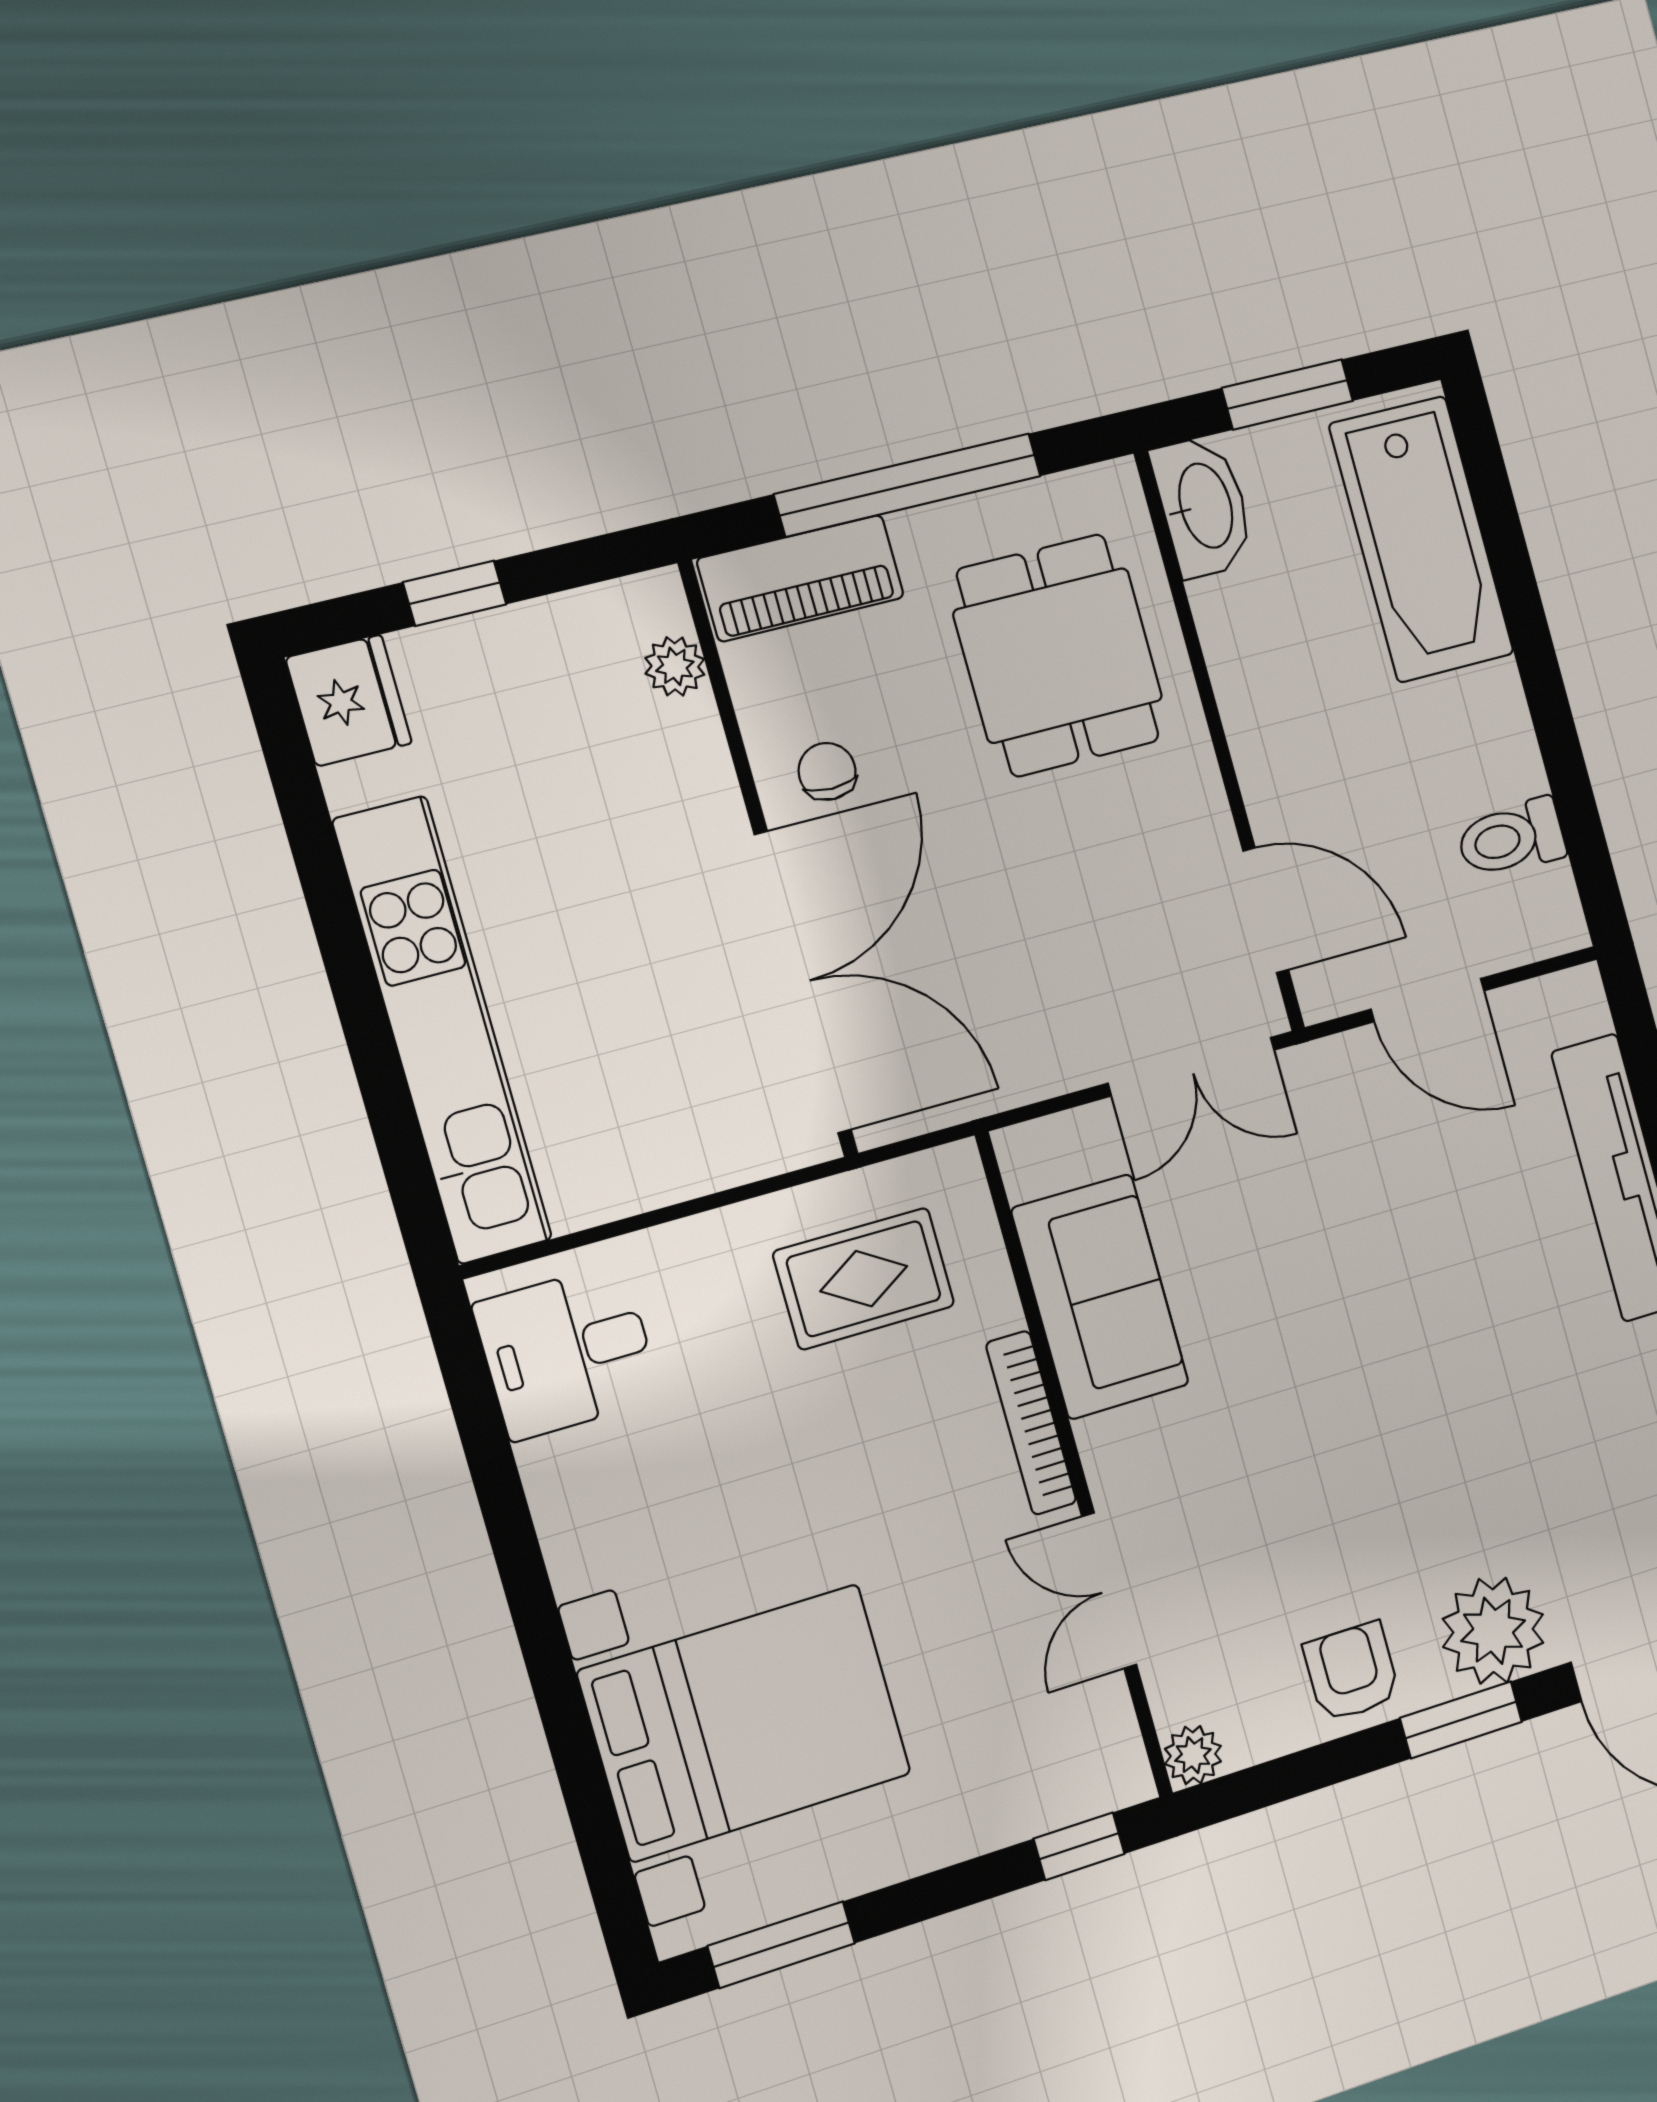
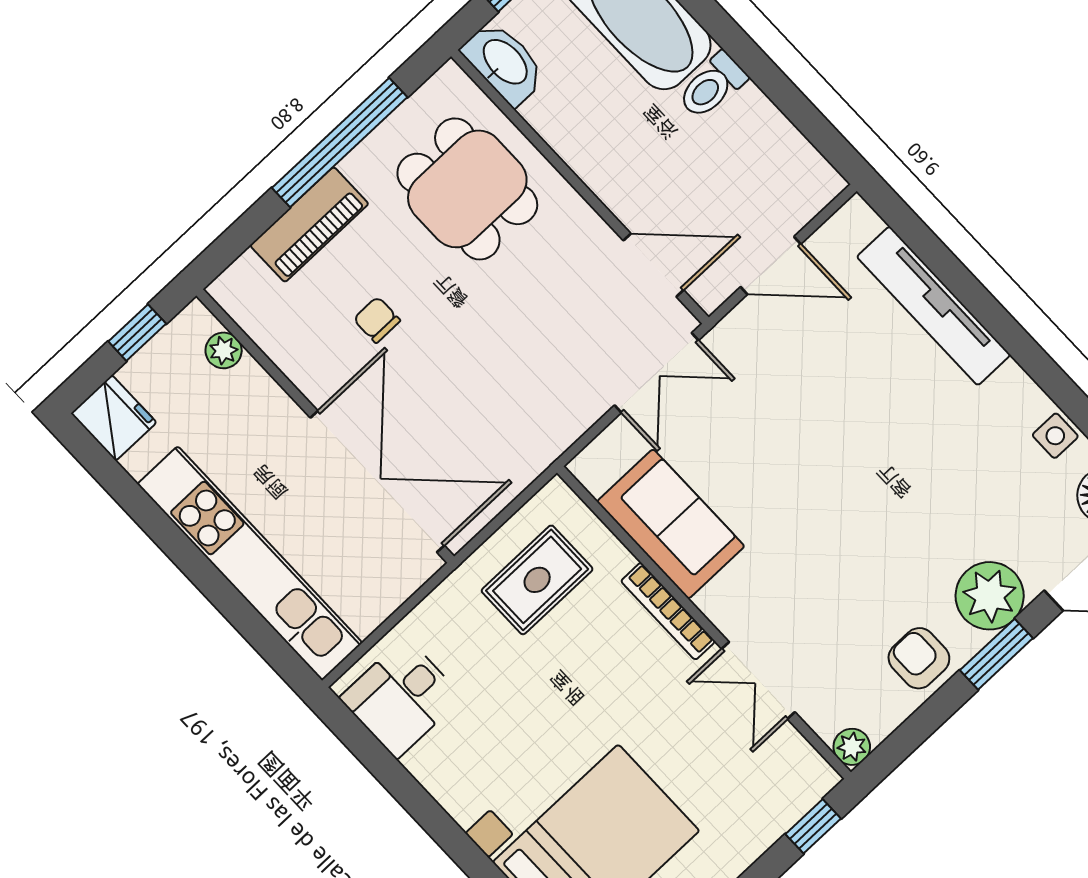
plant: (675, 666) -> (224, 350), moved
toilet: (1511, 838) -> (712, 86), moved
wall: (768, 859) -> (325, 426), moved
double door: (803, 982) -> (377, 482), moved

